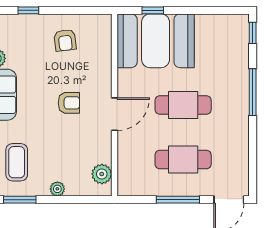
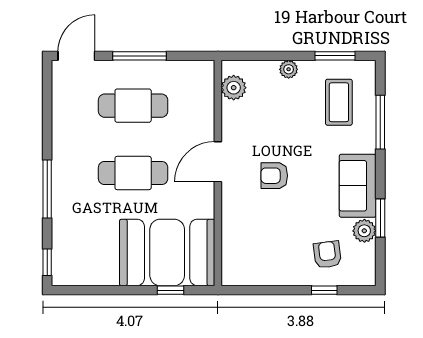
armchair: (65, 40) -> (327, 255), moved

